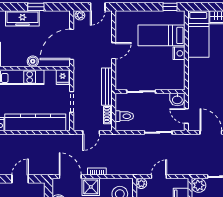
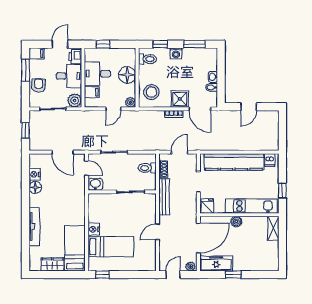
freezer: (22, 18) -> (216, 263), moved

